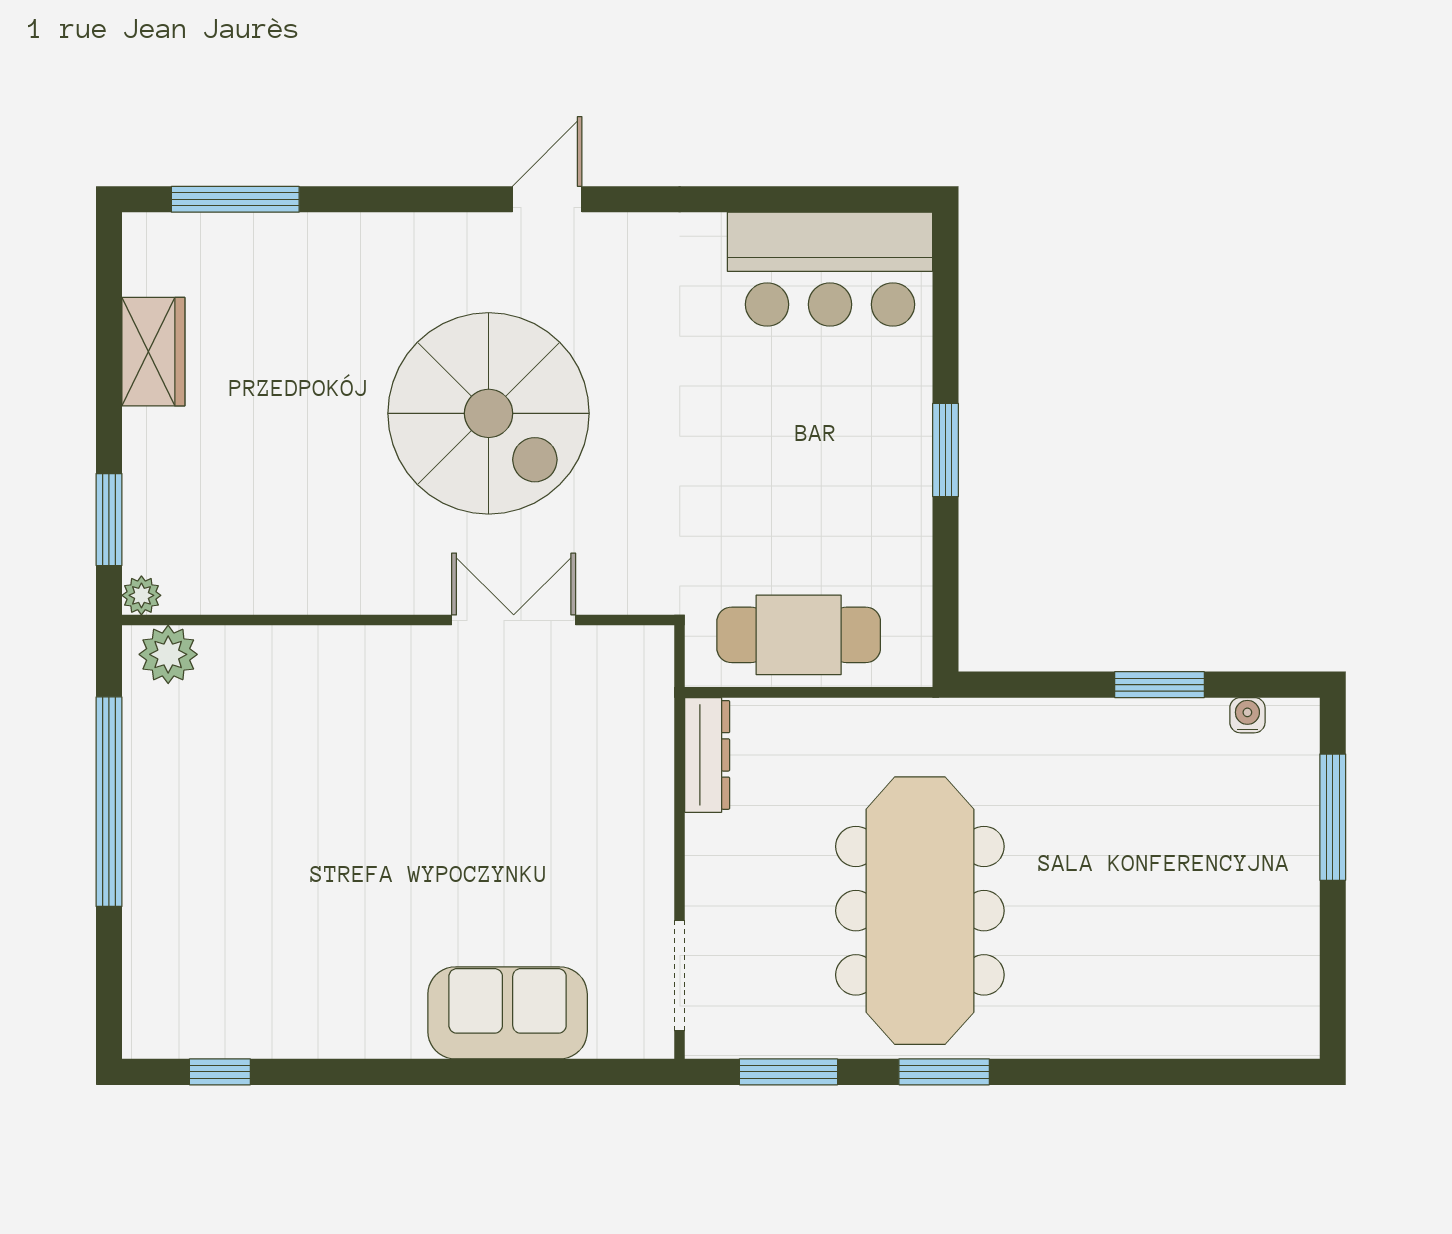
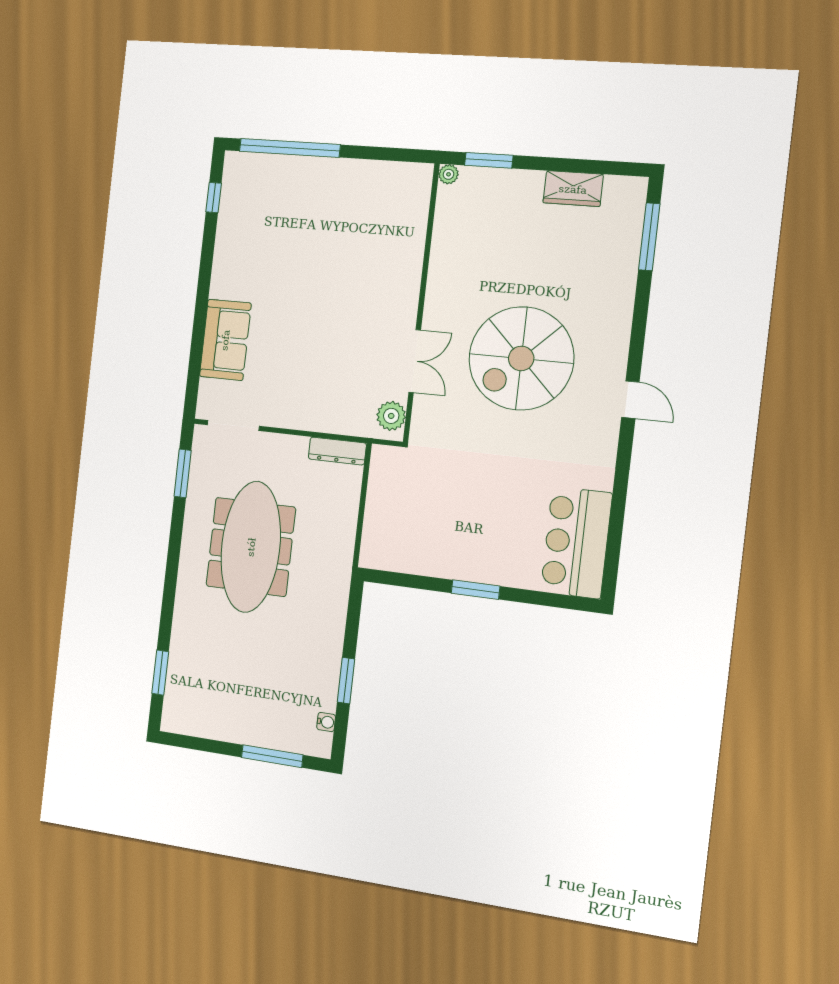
cafe table: (799, 635) -> (391, 504), removed
plant: (168, 654) -> (391, 416), moved
window: (109, 802) -> (290, 148), moved
meeting table: (920, 911) -> (251, 547), turned 90
window: (944, 1072) -> (160, 673), moved

